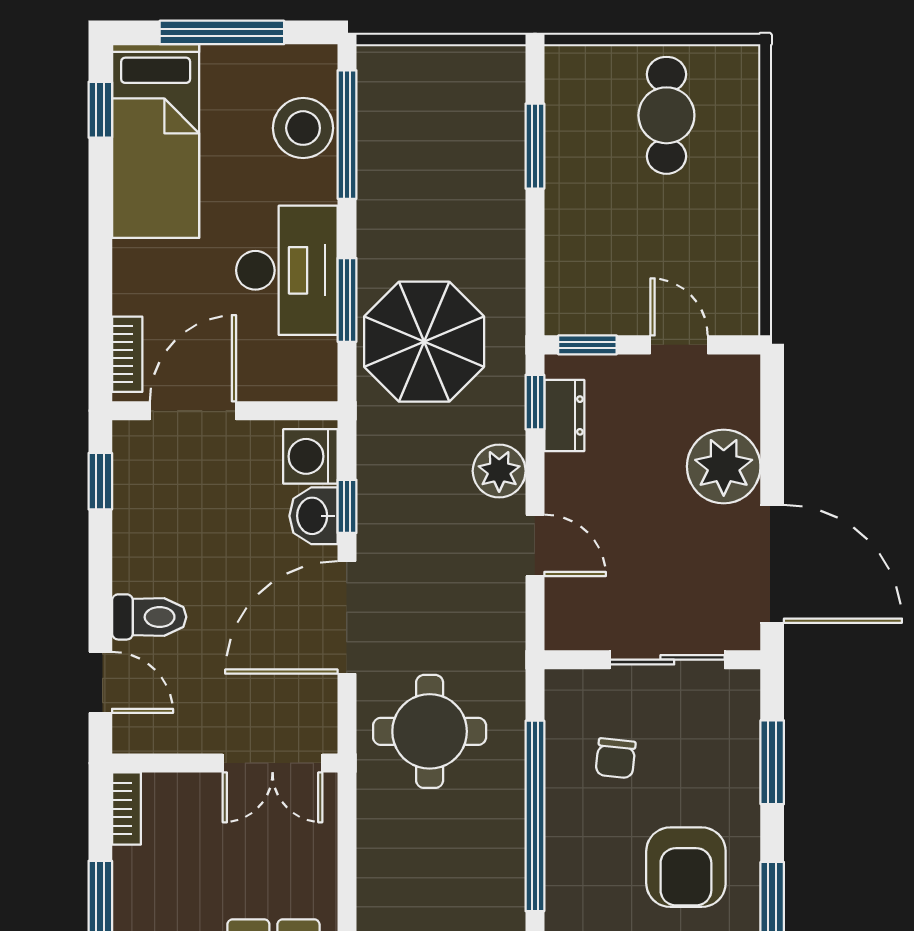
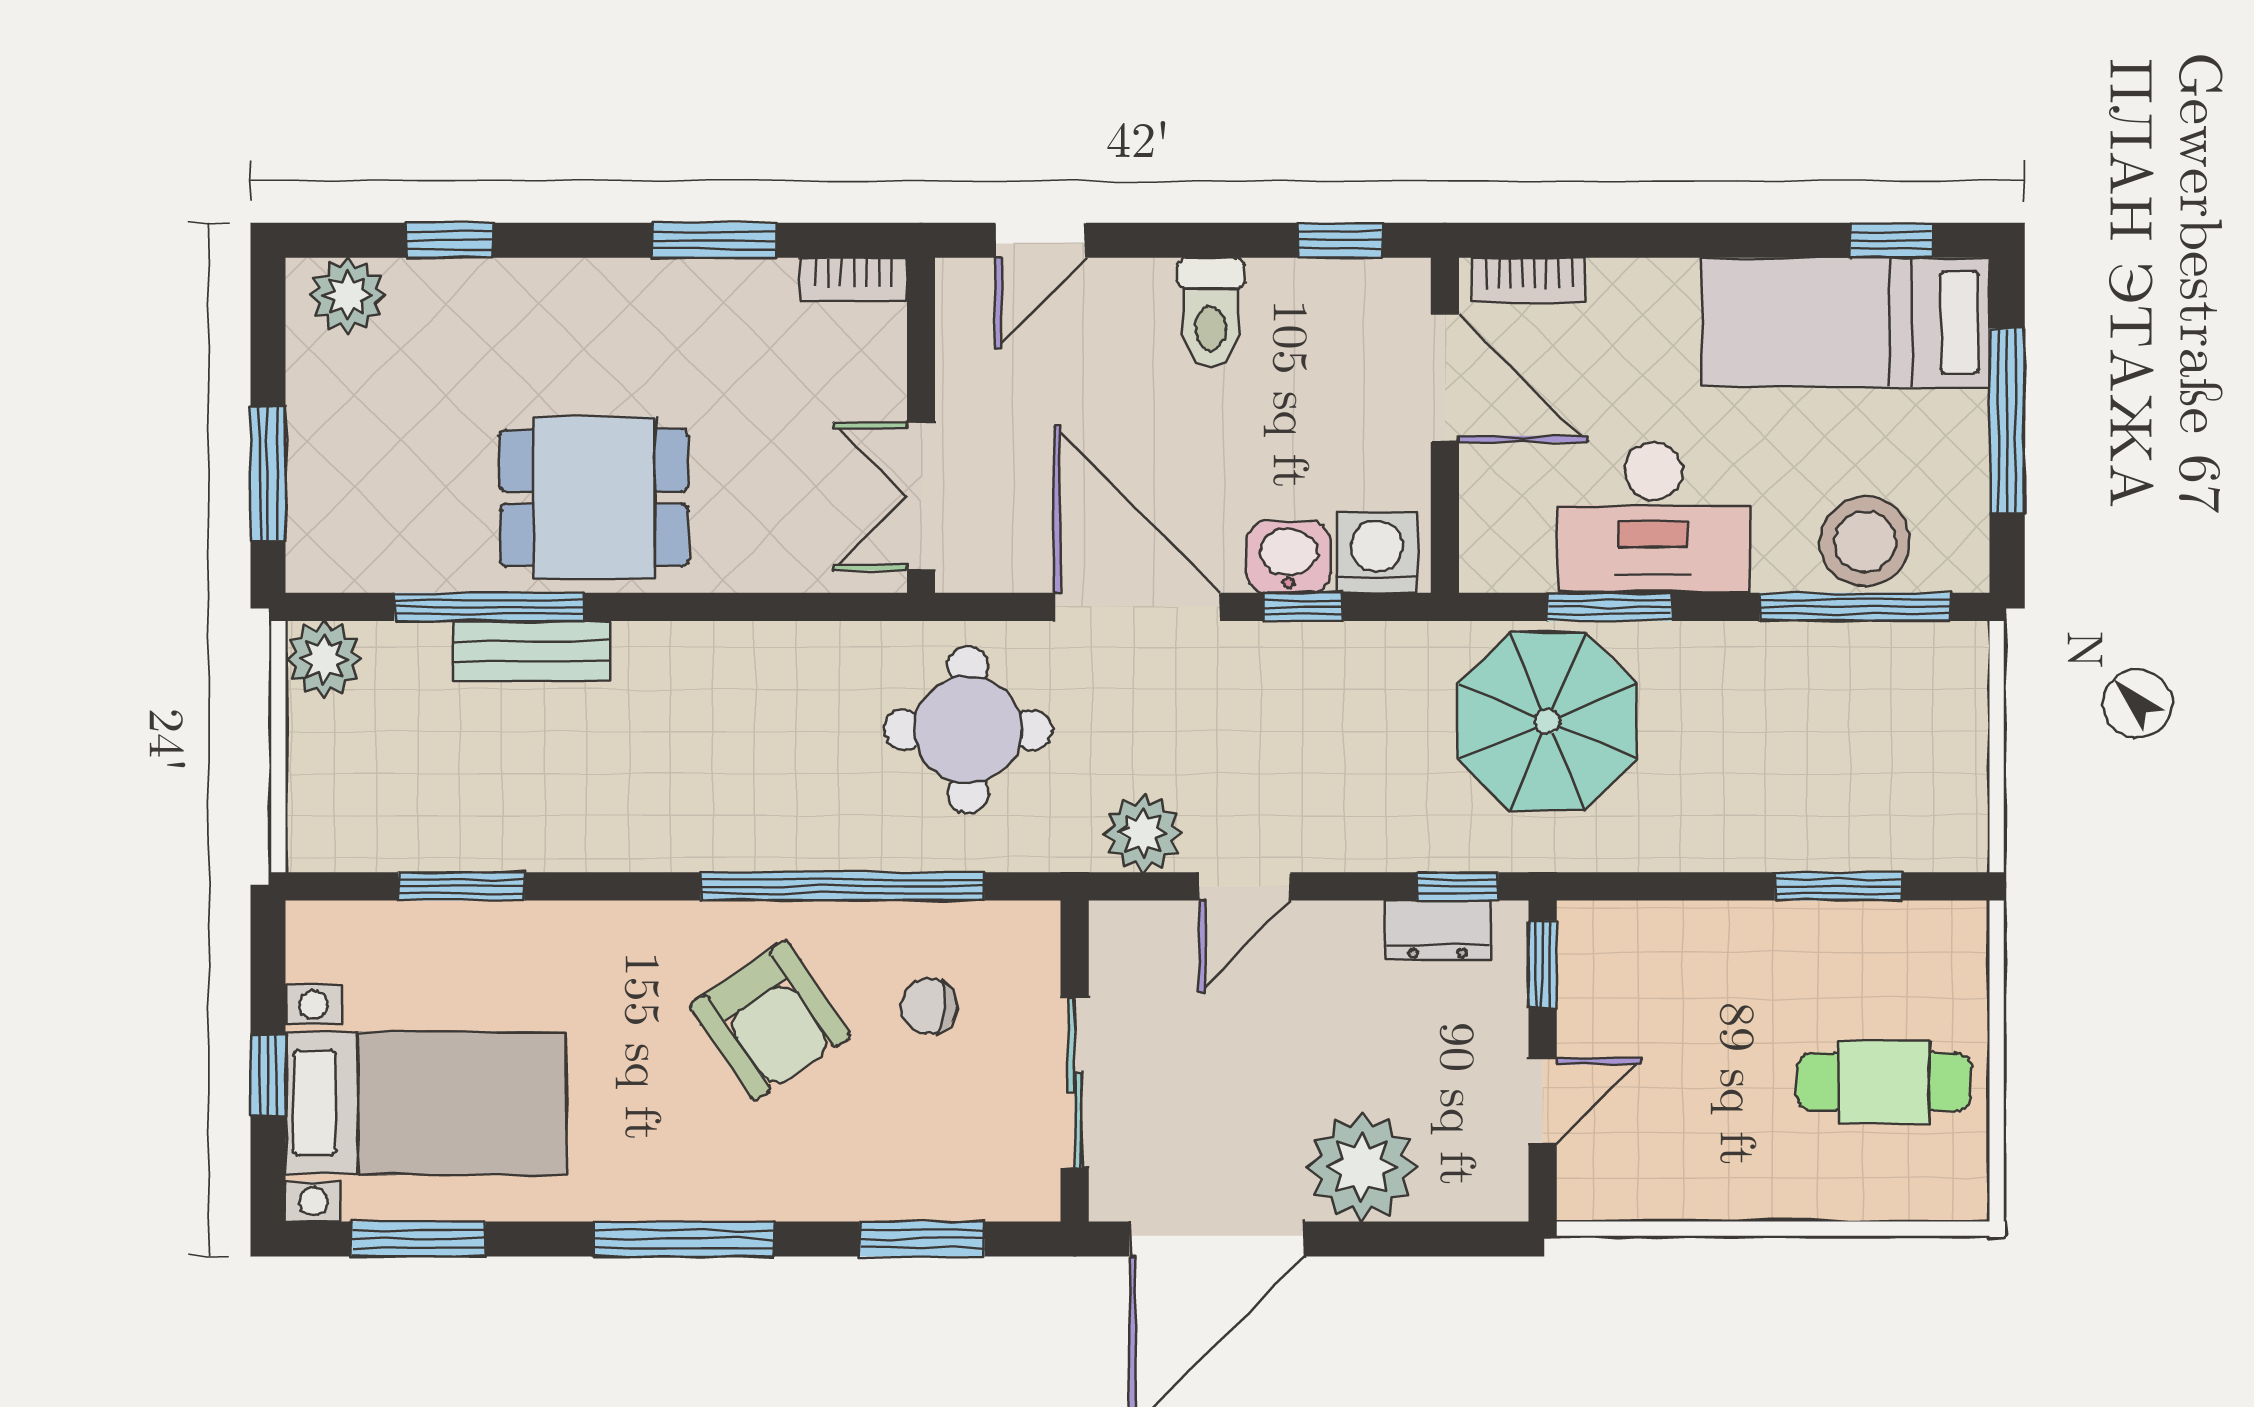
plant: (499, 471) -> (1143, 833), moved
toilet: (149, 617) -> (1211, 313), moved
armchair: (686, 867) -> (770, 1021), moved, turned -124

